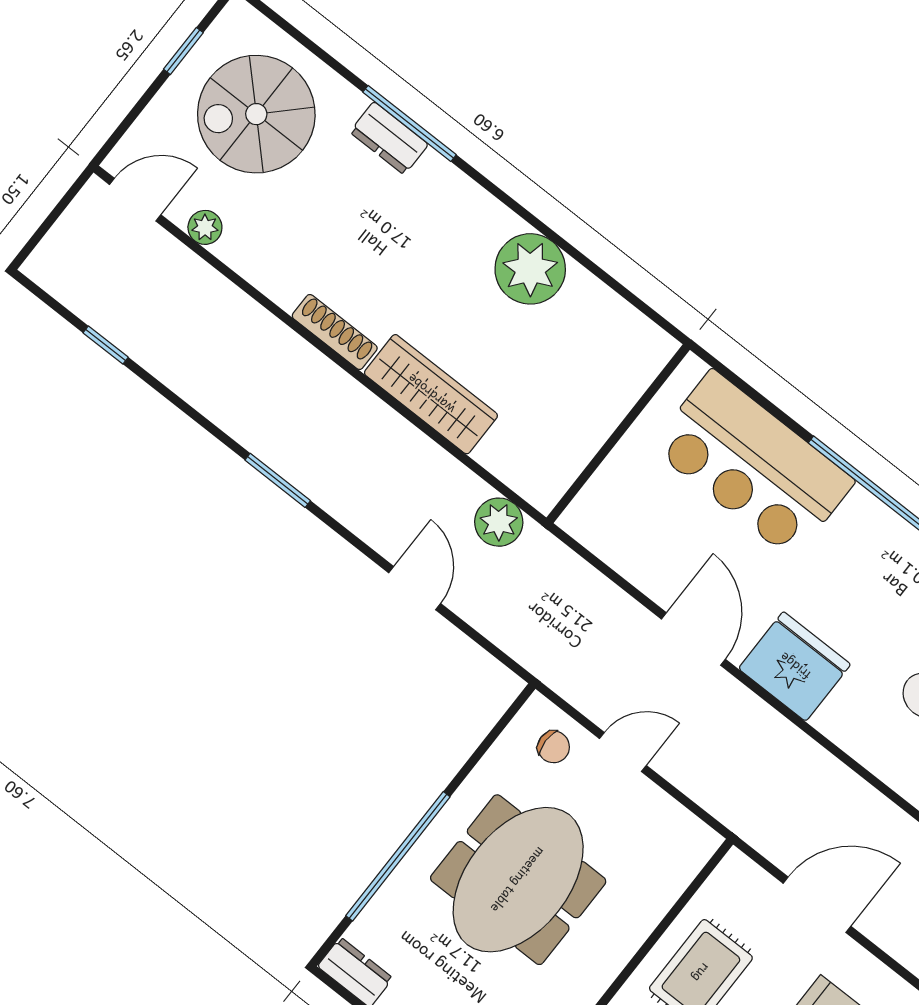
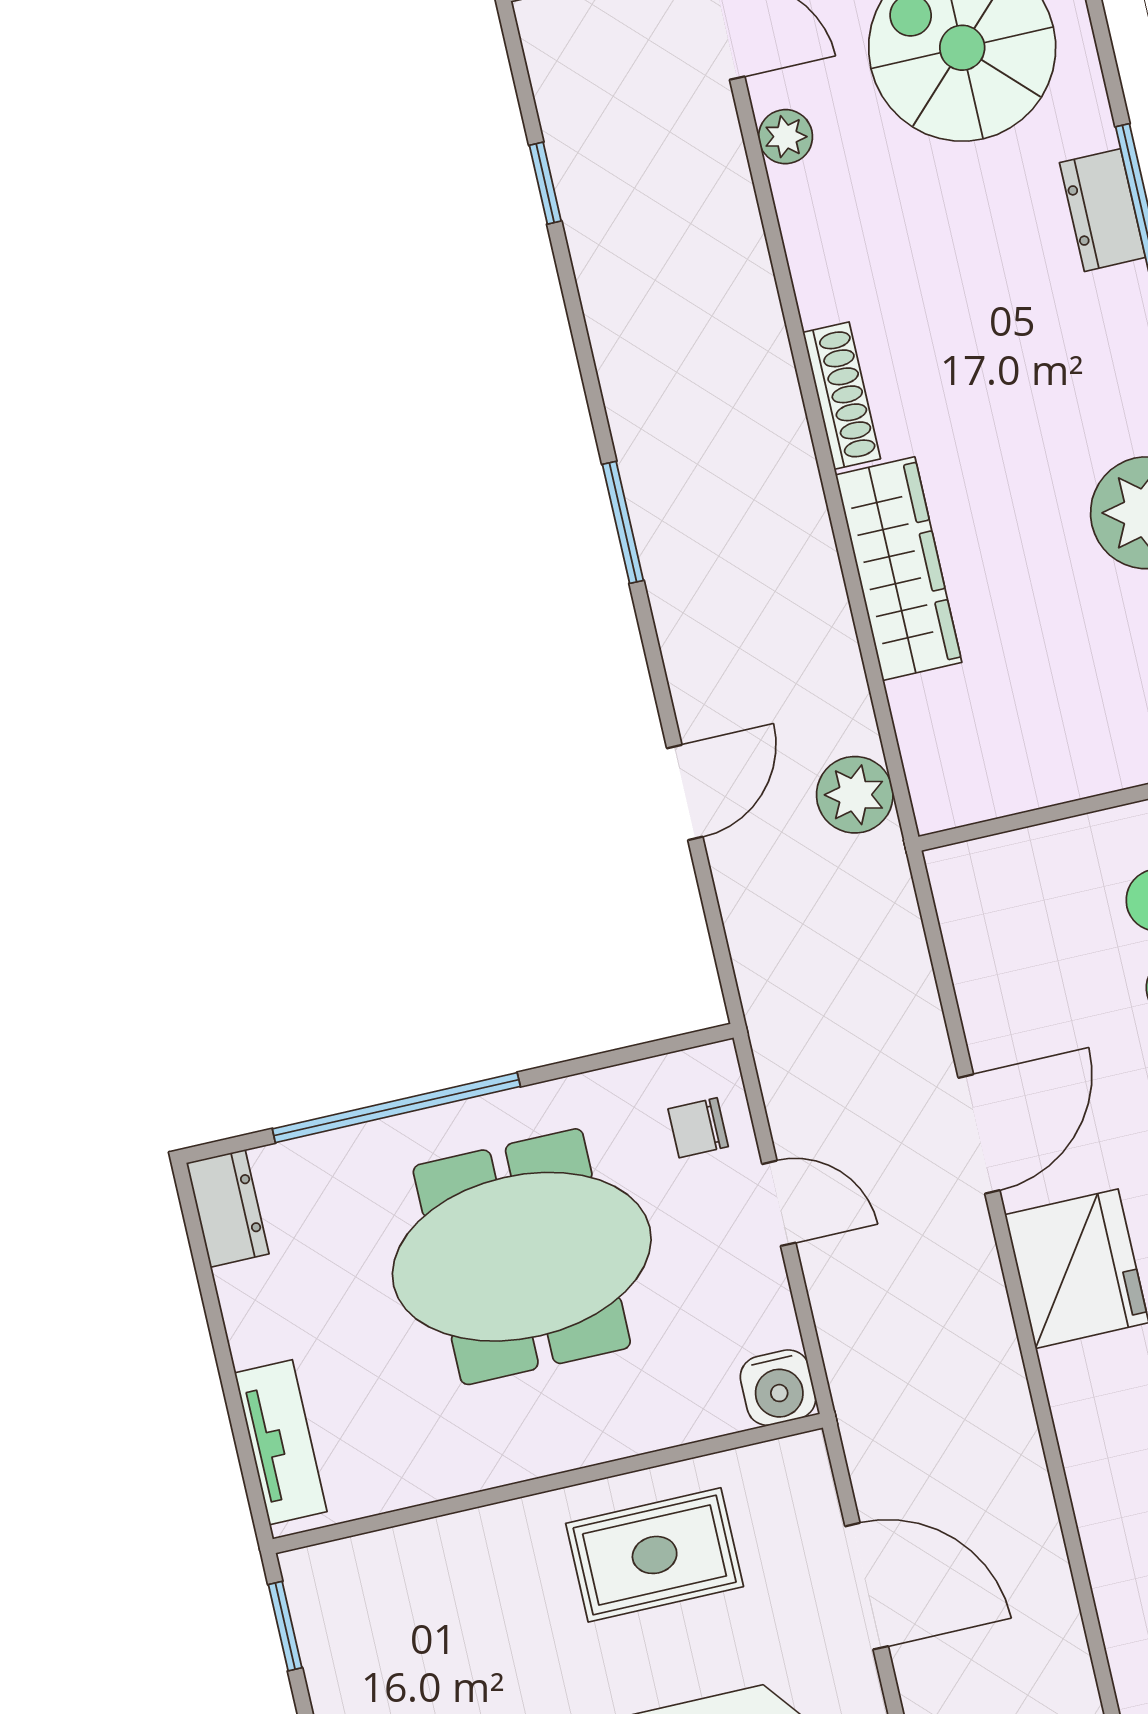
chair: (554, 747) -> (698, 1128), turned 91
water cooler: (695, 843) -> (778, 1388), added

